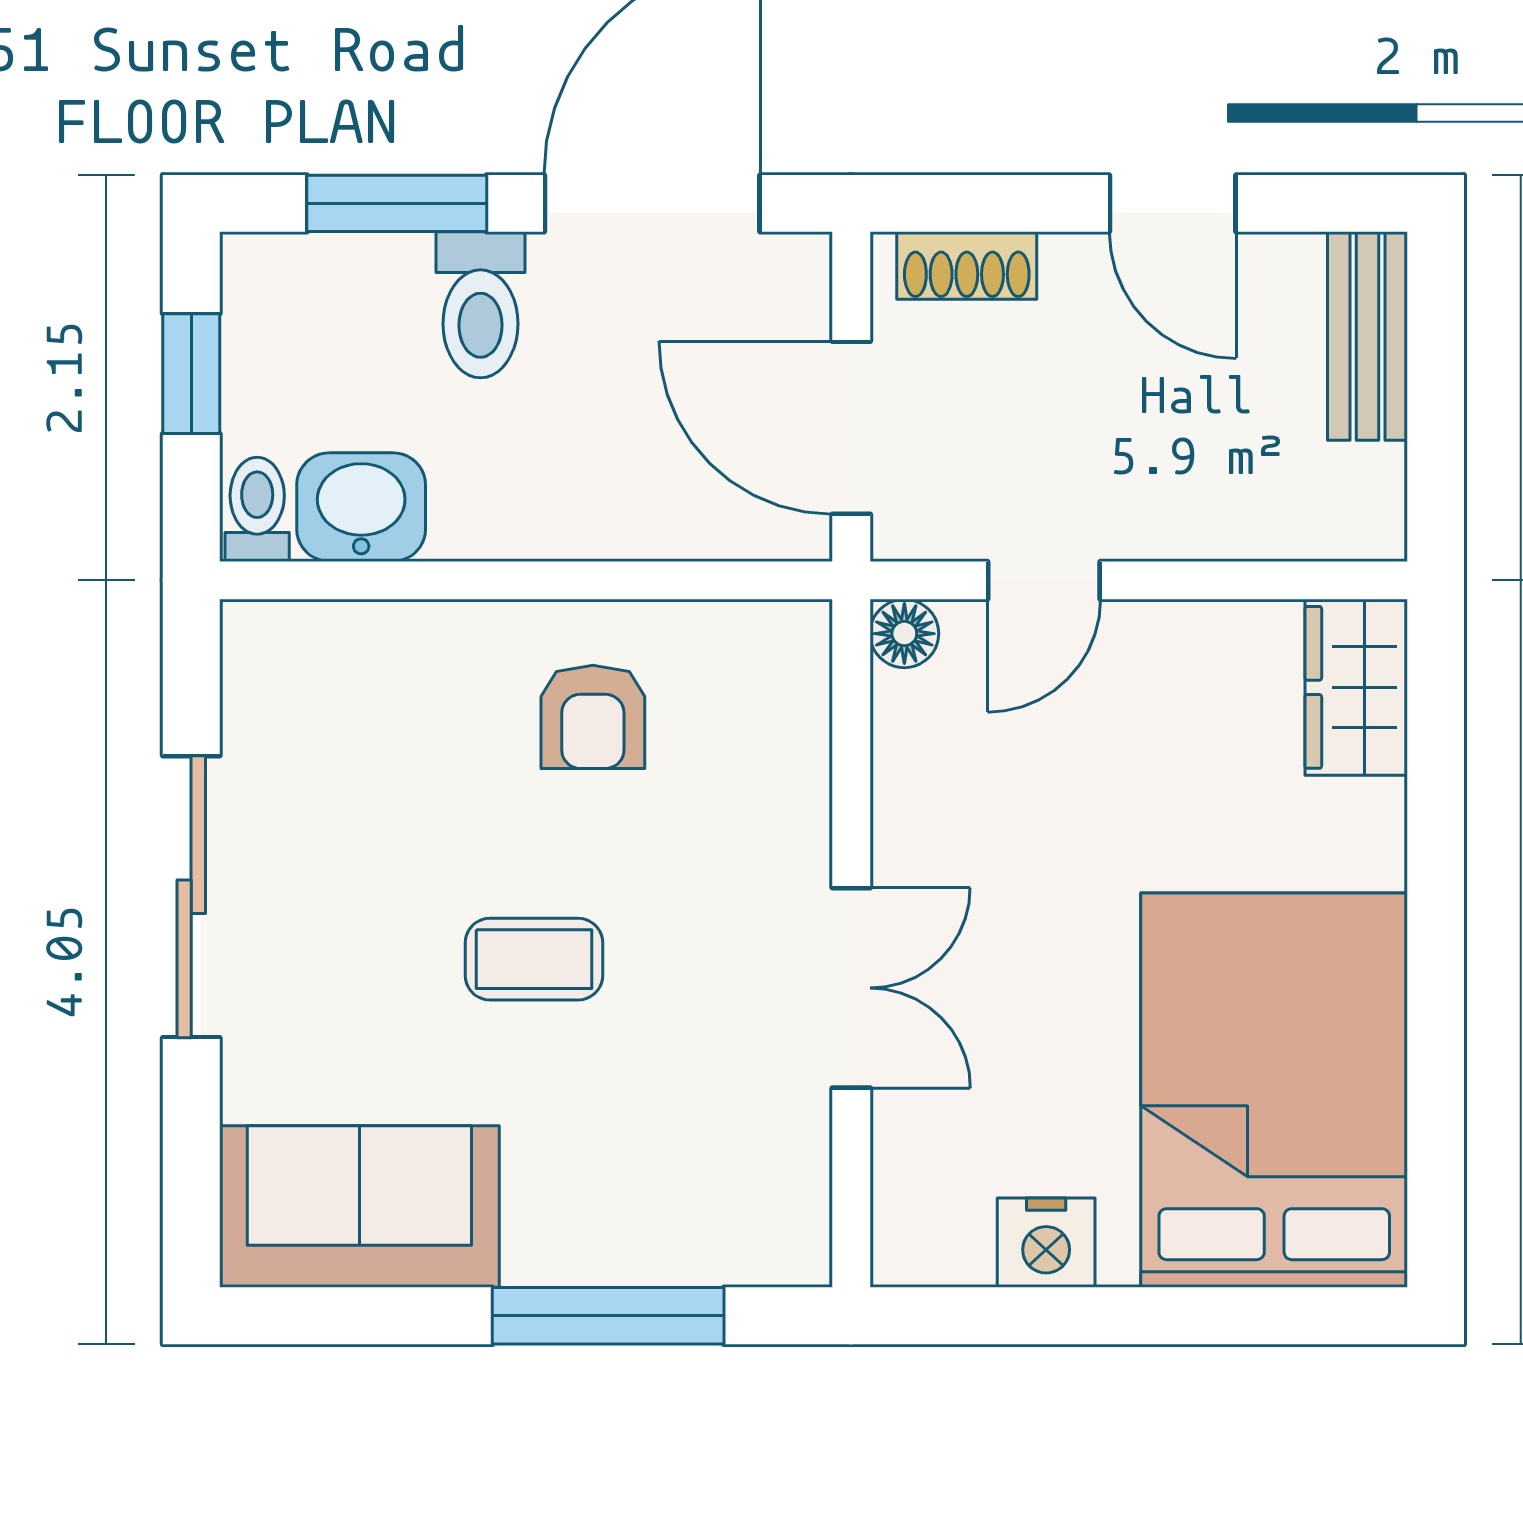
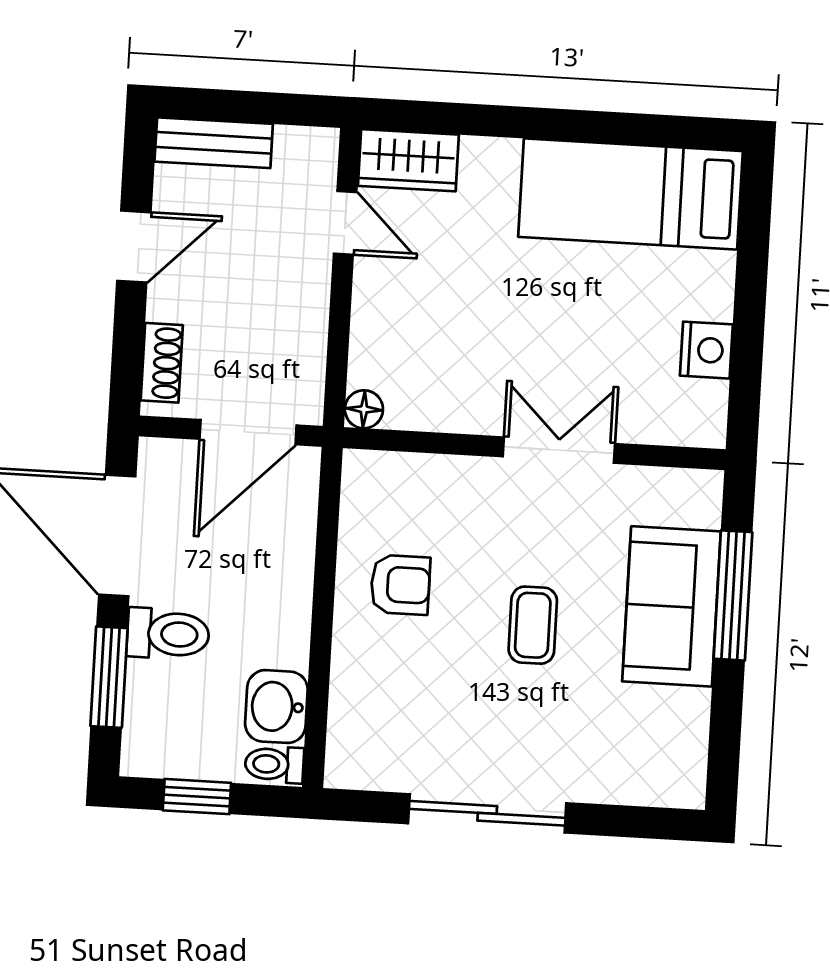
door: (1044, 580) -> (345, 223), moved
bed: (1274, 1090) -> (631, 194), width x0.67
sofa: (359, 1207) -> (672, 606), moved

